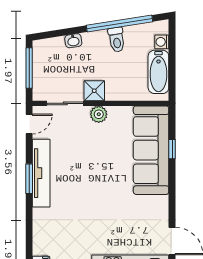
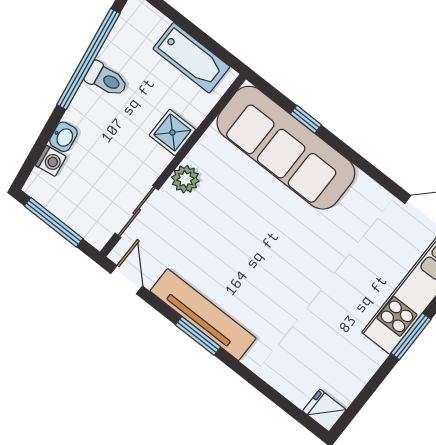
washing machine: (162, 42) -> (51, 161), moved, turned -99
shower: (94, 91) -> (172, 132), moved

